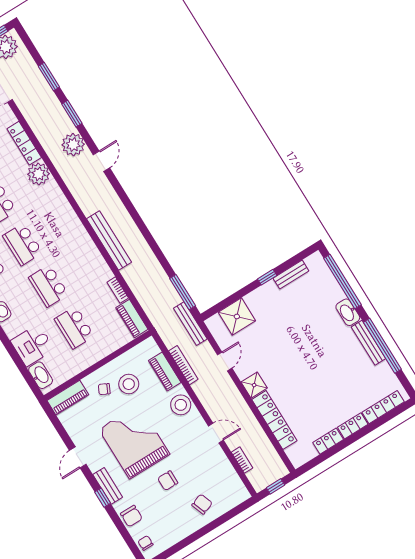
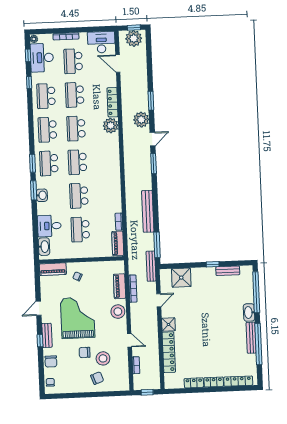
window: (49, 77) -> (154, 164), moved
bench: (109, 241) -> (148, 211), moved
stool: (129, 384) -> (103, 358), moved

